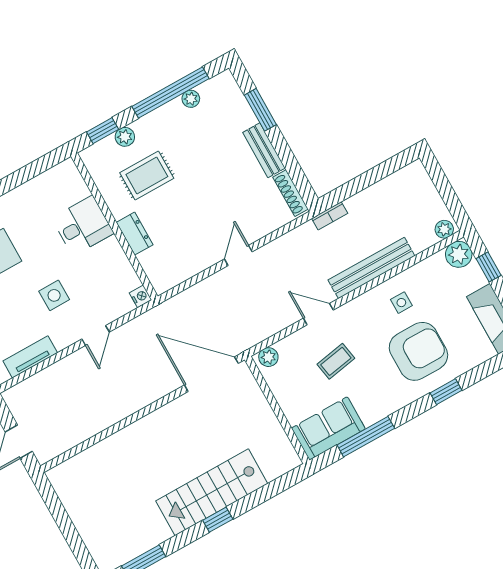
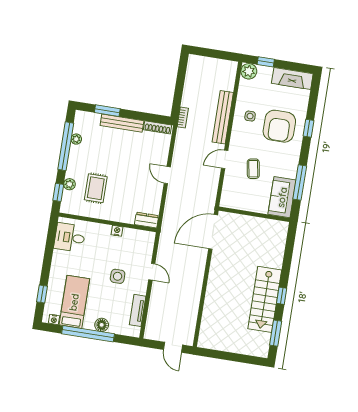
bench: (264, 150) -> (122, 123), width x1.36
desk: (83, 226) -> (70, 237), moved, turned -90
plant: (444, 229) -> (232, 69), removed
dresser: (135, 234) -> (147, 220), moved
nightstand: (141, 296) -> (117, 231), moved
armchair: (418, 351) -> (279, 126), turned 180
plant: (268, 357) -> (226, 199), removed
stairs: (212, 492) -> (265, 299), moved
window: (218, 520) -> (282, 296), moved

